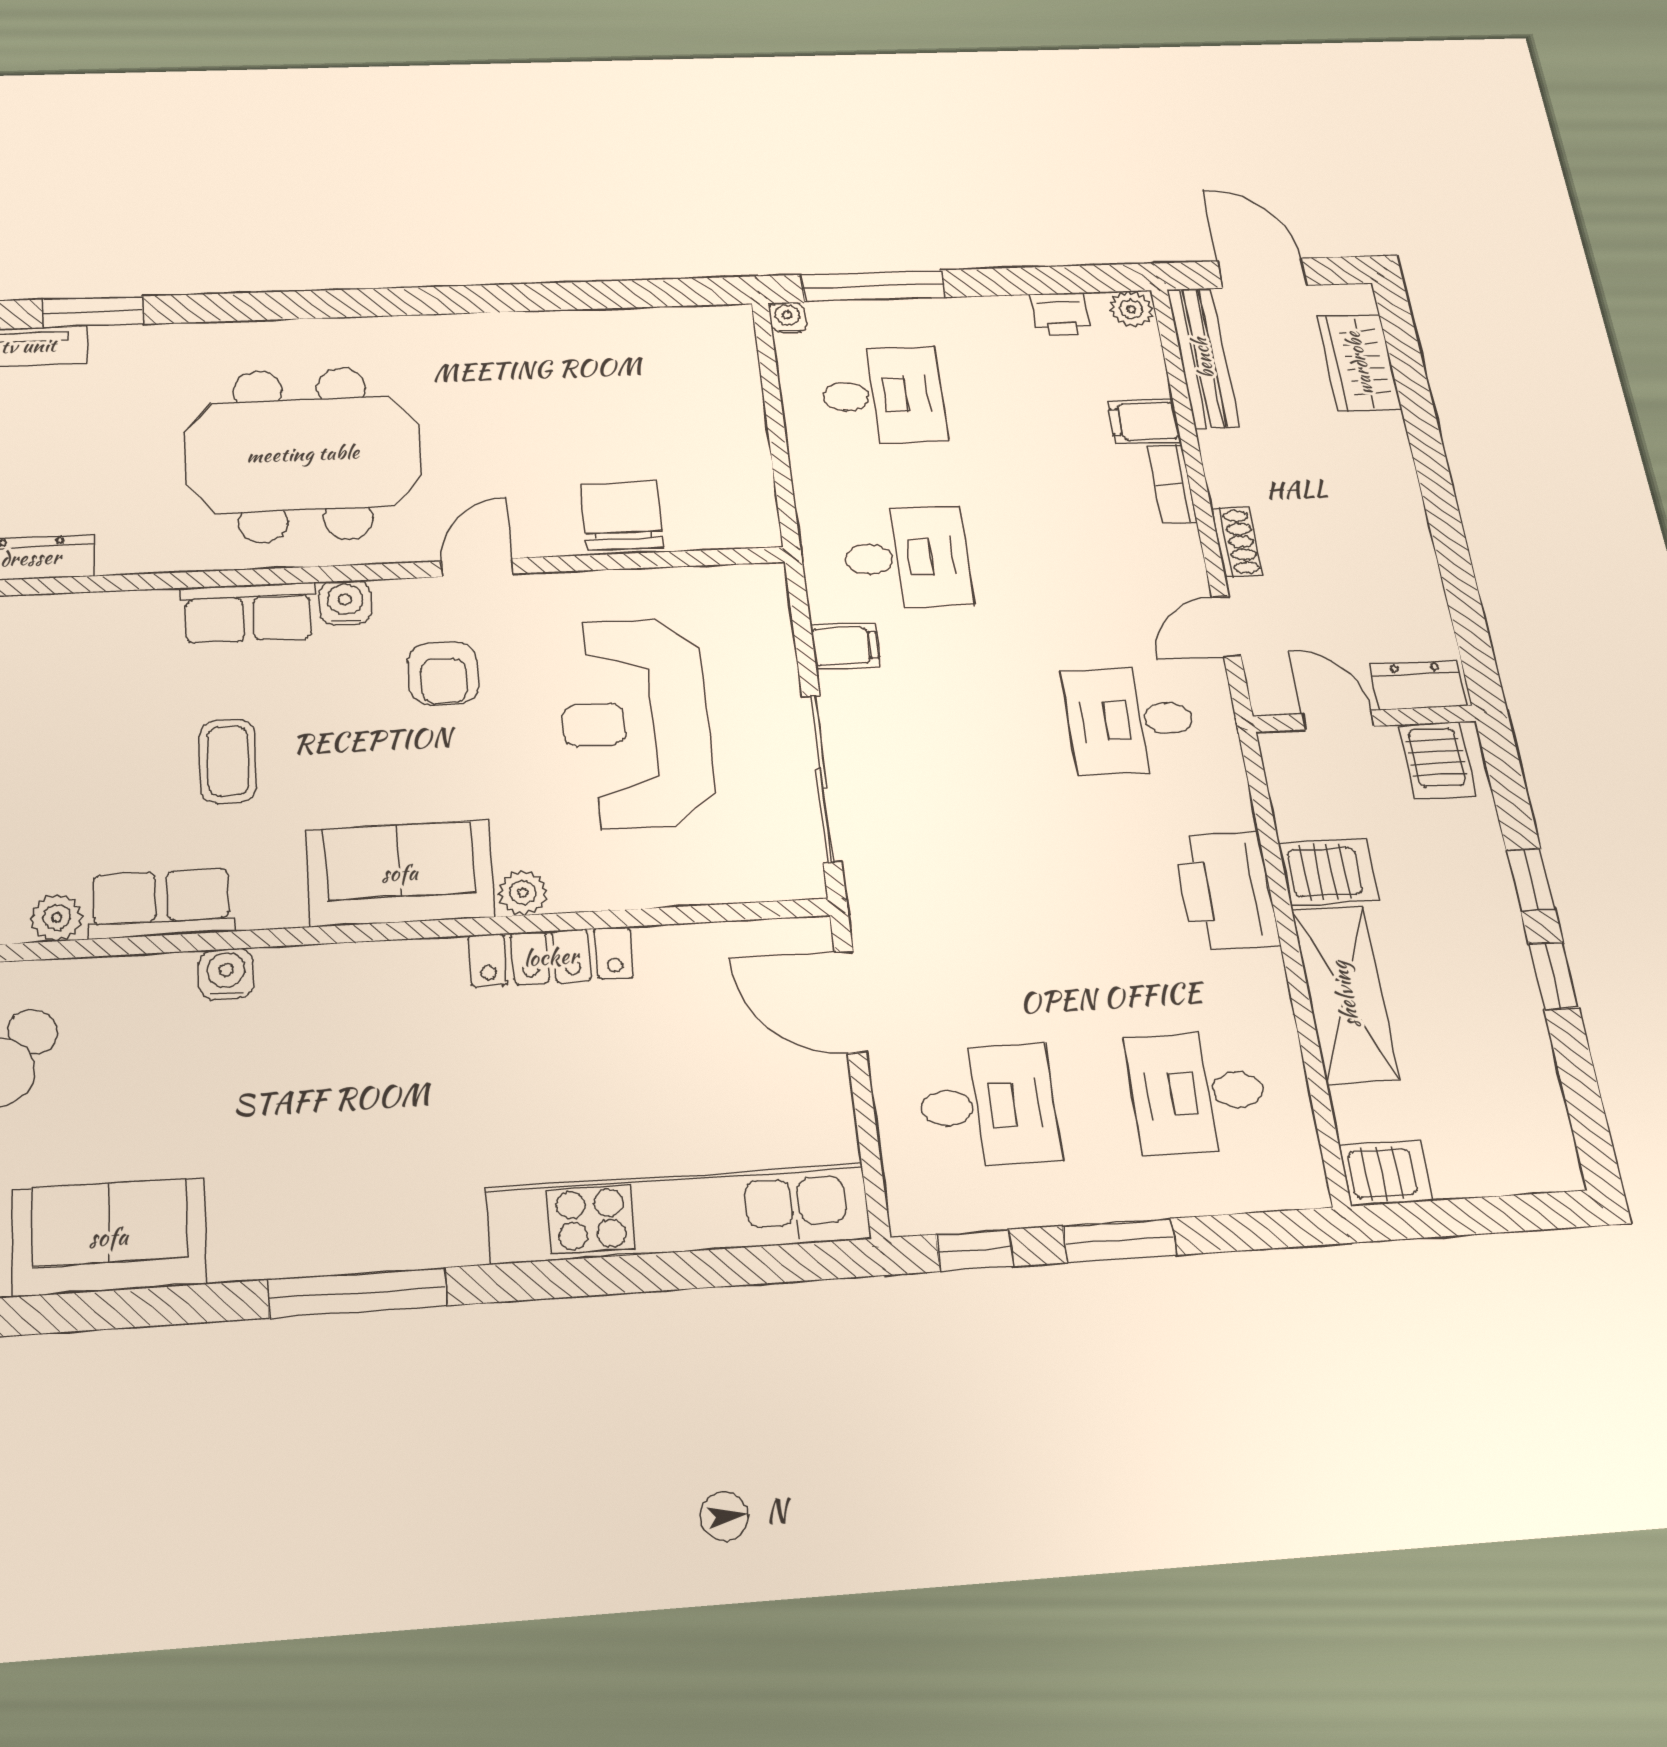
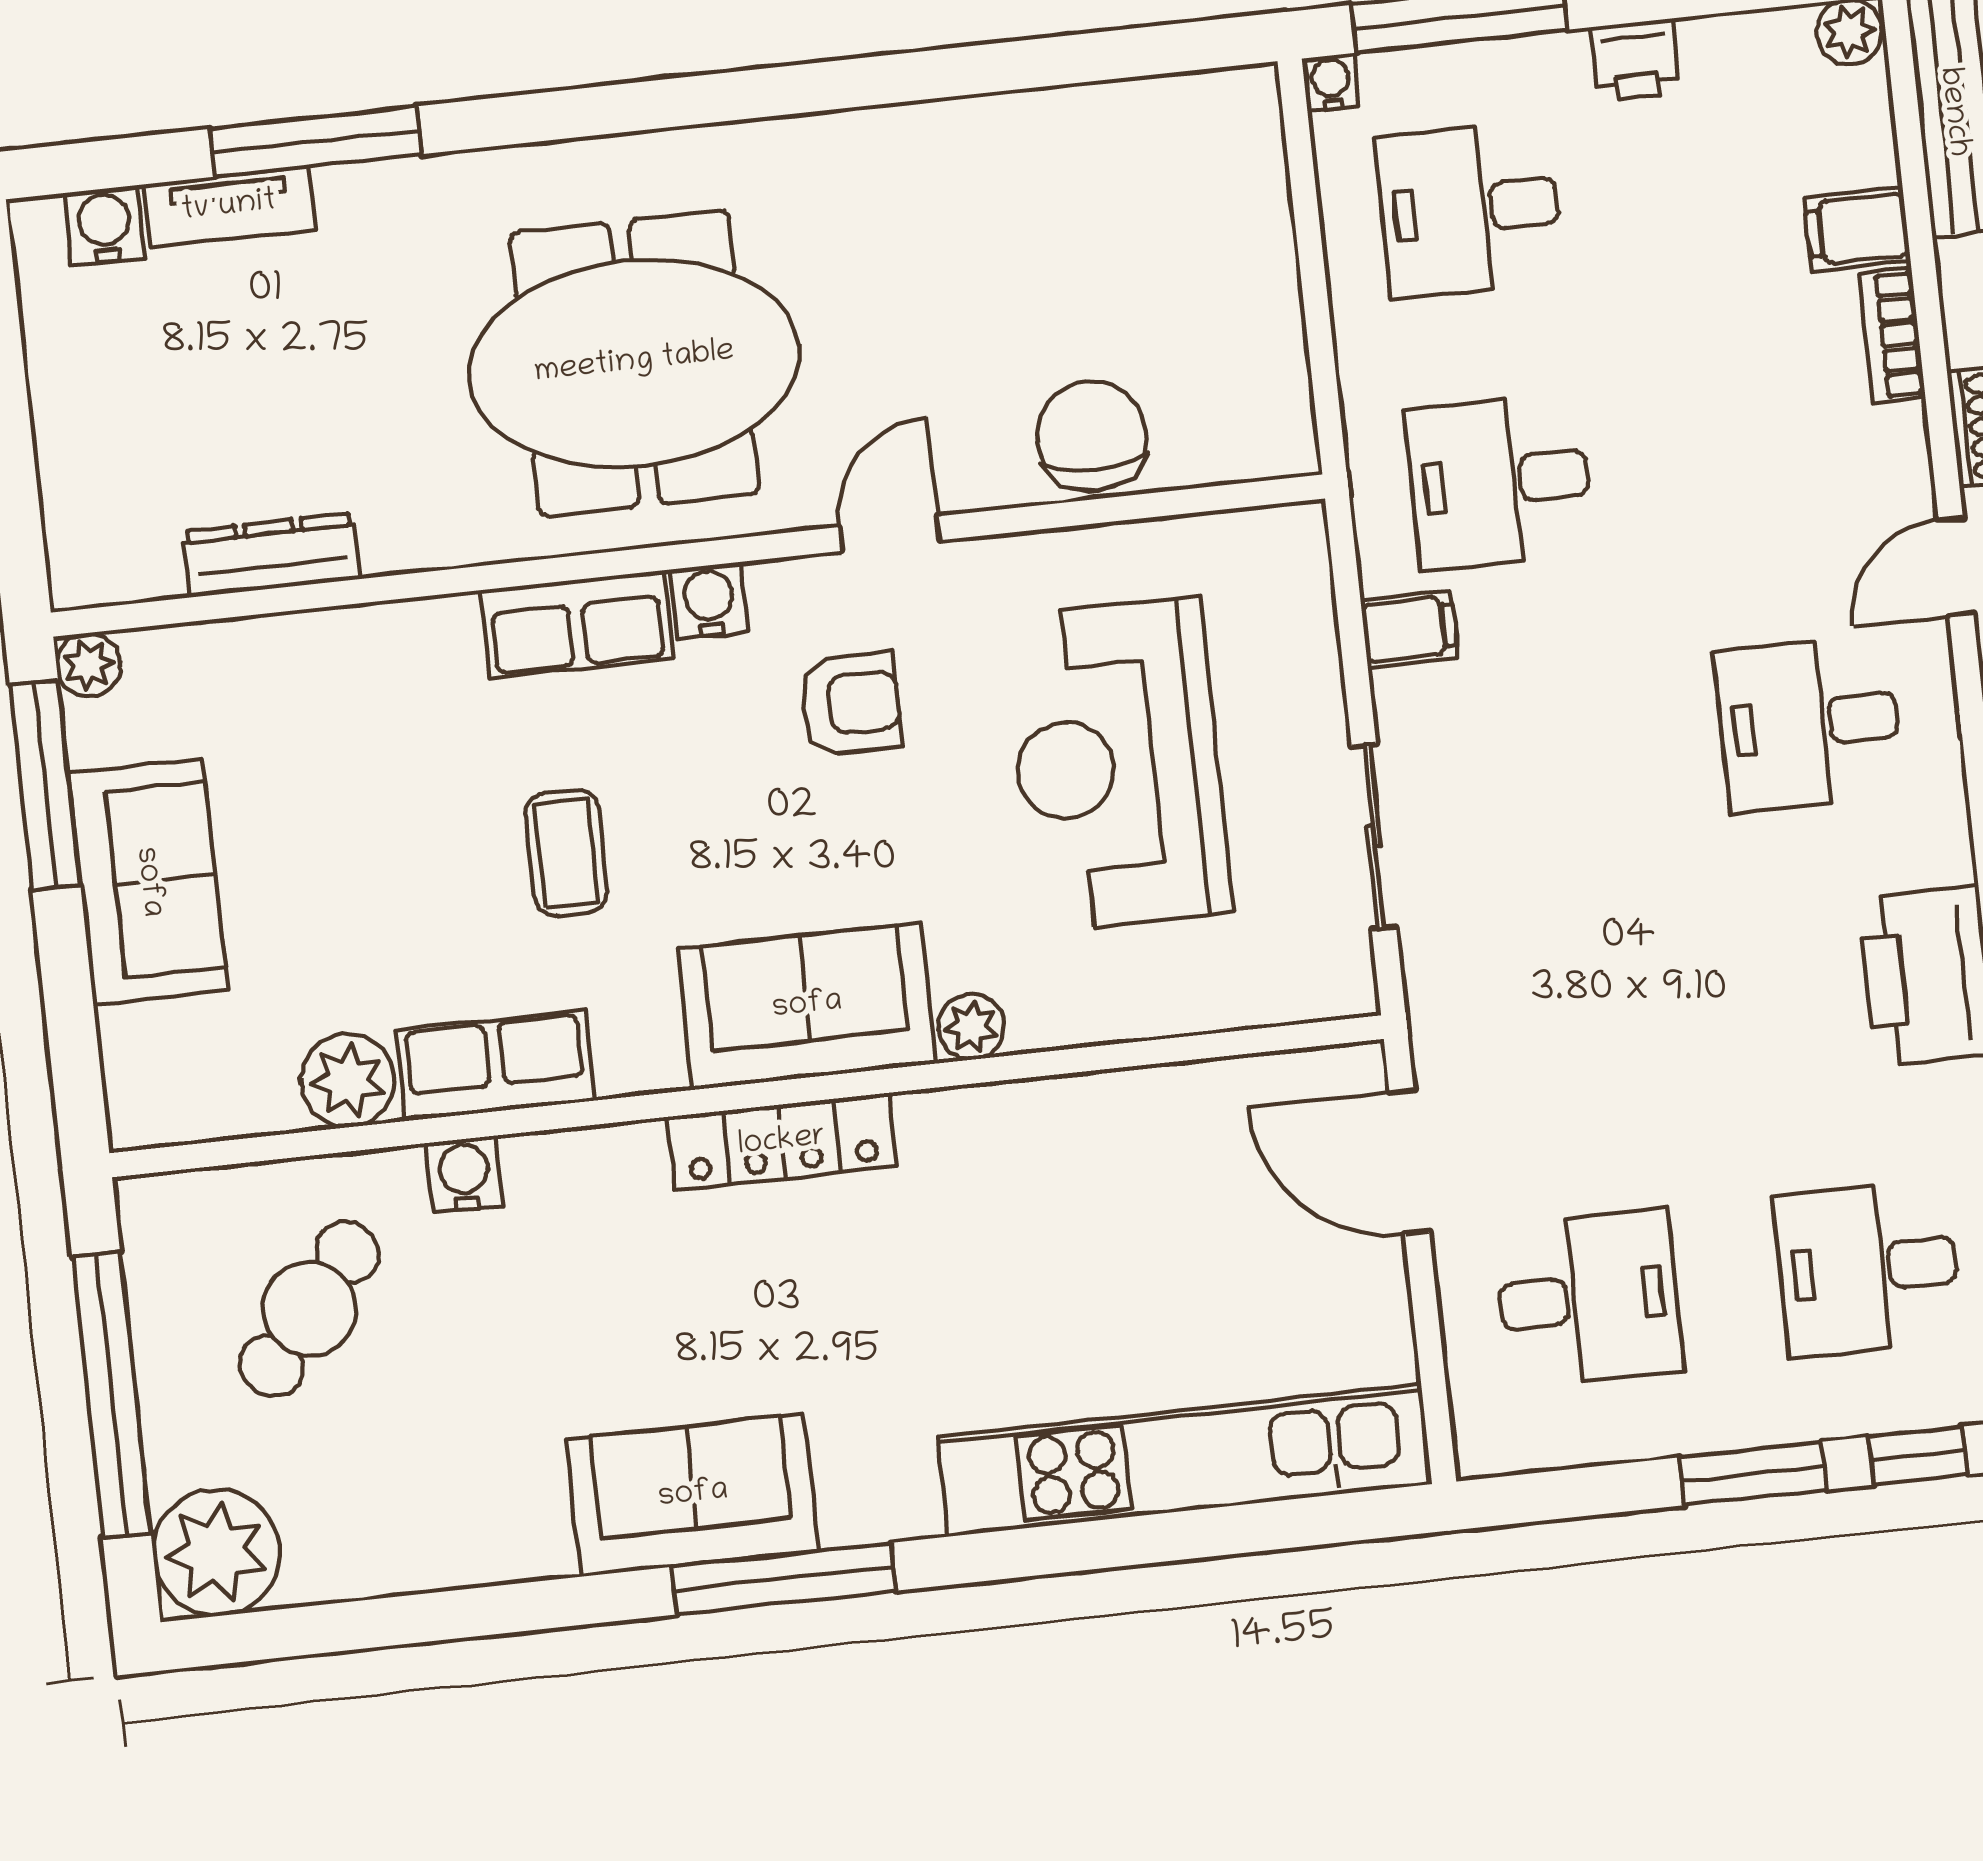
window: (93, 312) -> (316, 141), width x1.44
printer: (1060, 314) -> (1635, 60), moved
desk: (882, 395) -> (1470, 209), turned 180
desk: (907, 558) -> (1499, 481), turned 180
armchair: (443, 674) -> (850, 704), turned -90
sliding door: (821, 778) -> (1374, 836), width x0.73
plant: (57, 917) -> (348, 1081), width x1.38, depth x1.38
locker: (551, 957) -> (782, 1142), moved
water cooler: (226, 974) -> (464, 1174), moved
sofa: (109, 1237) -> (693, 1495), moved
window: (975, 1250) -> (1918, 1456), moved

